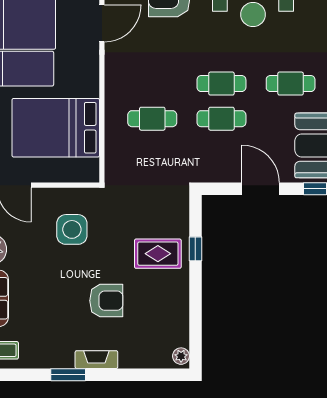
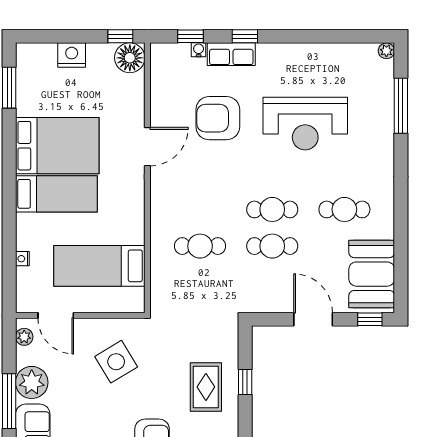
bed: (56, 128) -> (99, 266), width x0.67
side table: (72, 229) -> (116, 362), turned -31
rug: (158, 254) -> (206, 387), turned 90

